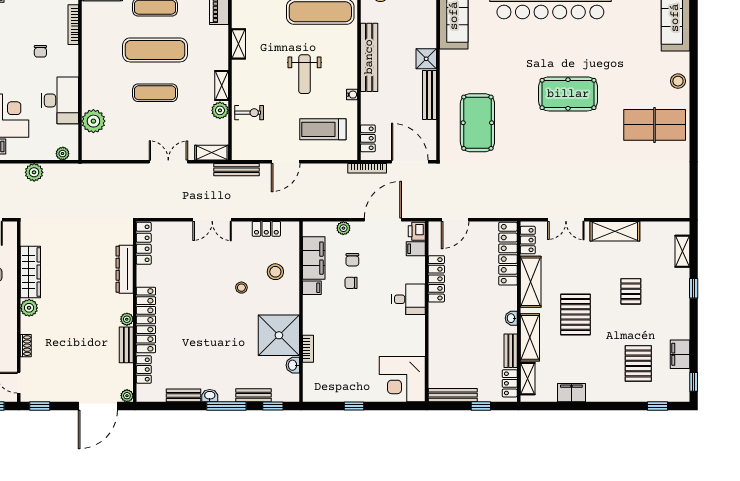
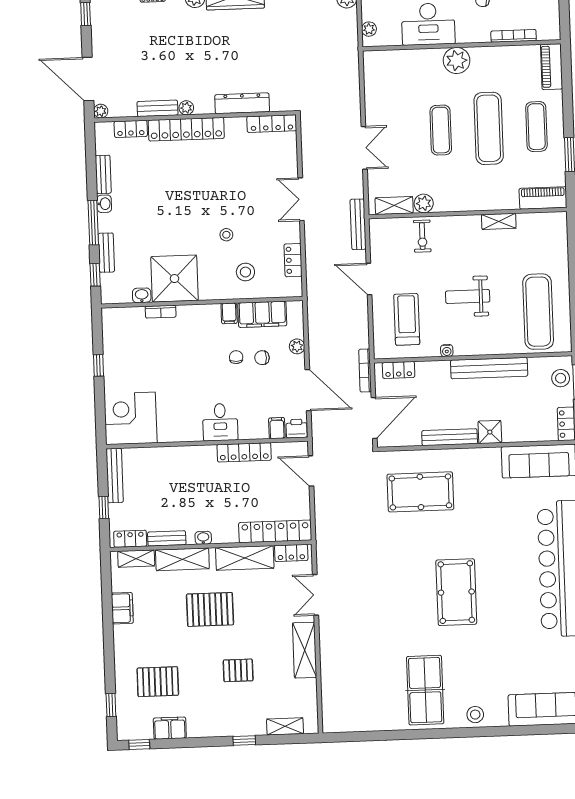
shelving: (222, 86) -> (451, 204), removed
plant: (93, 121) -> (457, 60), moved
shelving: (212, 153) -> (394, 206), moved, turned 90

